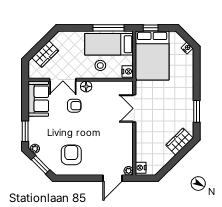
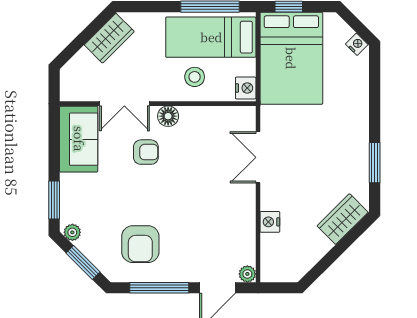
wardrobe: (45, 54) -> (109, 38), moved
armchair: (71, 155) -> (140, 244), turned 180
nightstand: (141, 168) -> (270, 222), moved
window: (81, 178) -> (159, 288), added

